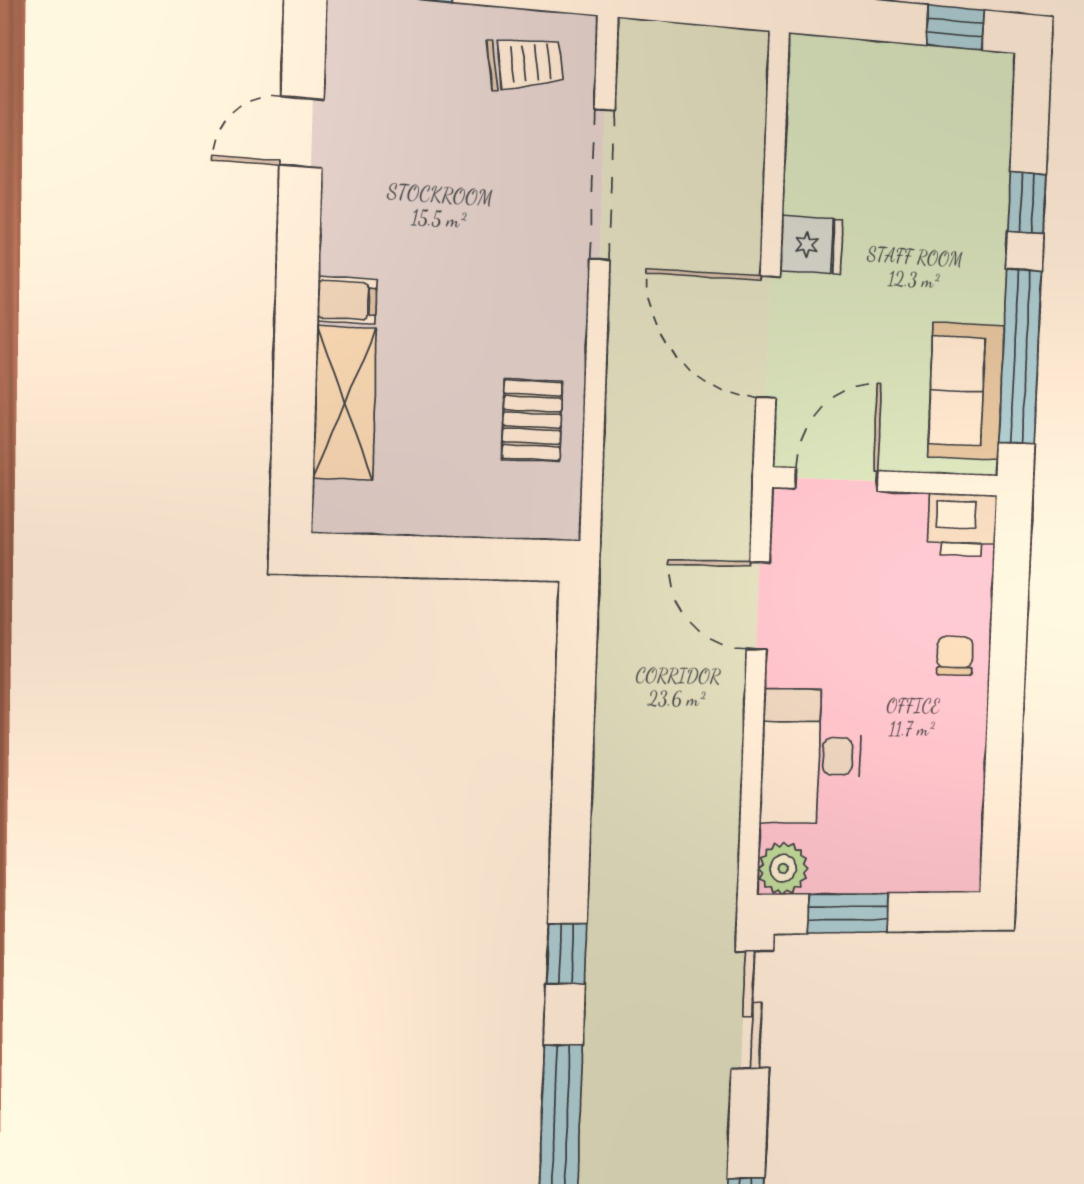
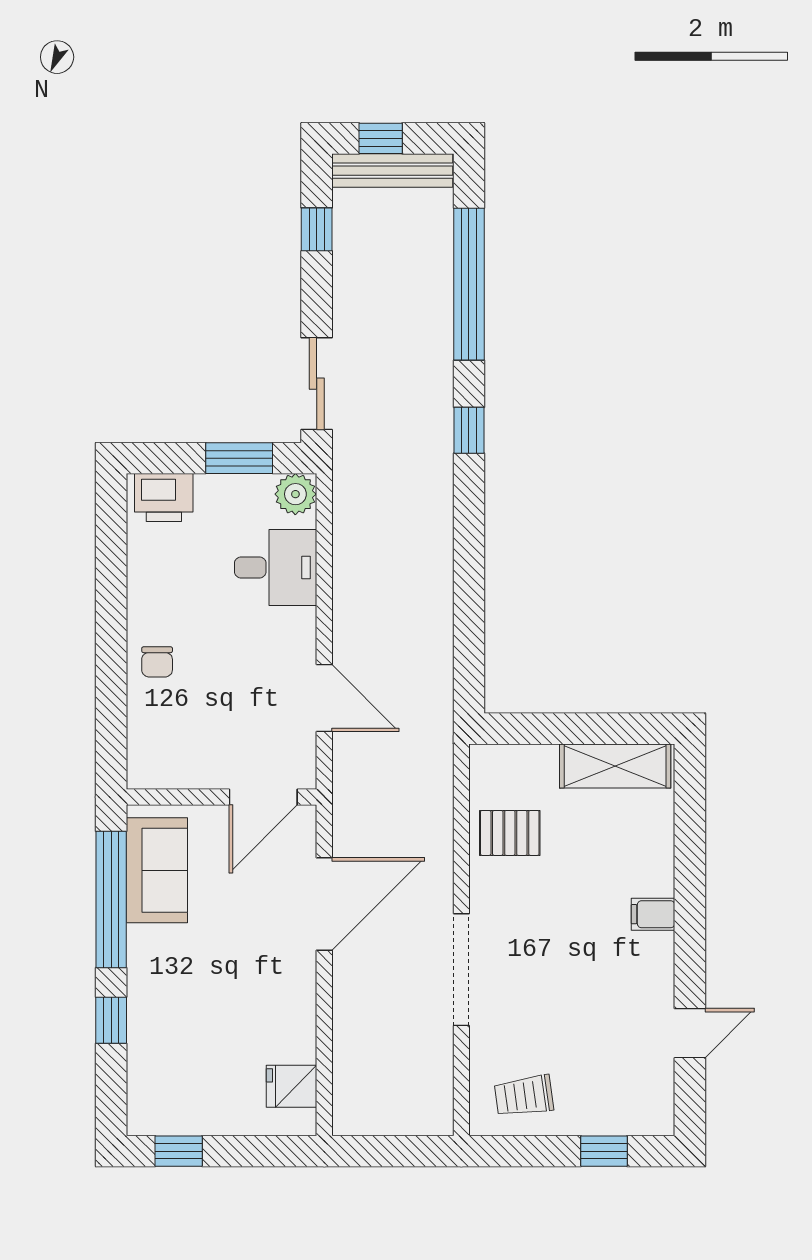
doorway: (602, 185) -> (461, 970), moved
fridge: (812, 245) -> (292, 1086), moved
door: (768, 337) -> (324, 904), hinge flipped
shelving: (345, 403) -> (615, 766), moved, turned 90
pallet: (532, 420) -> (510, 833), turned 90
printer: (962, 525) -> (164, 498), moved, turned 180
desk: (811, 756) -> (276, 567), width x0.73

